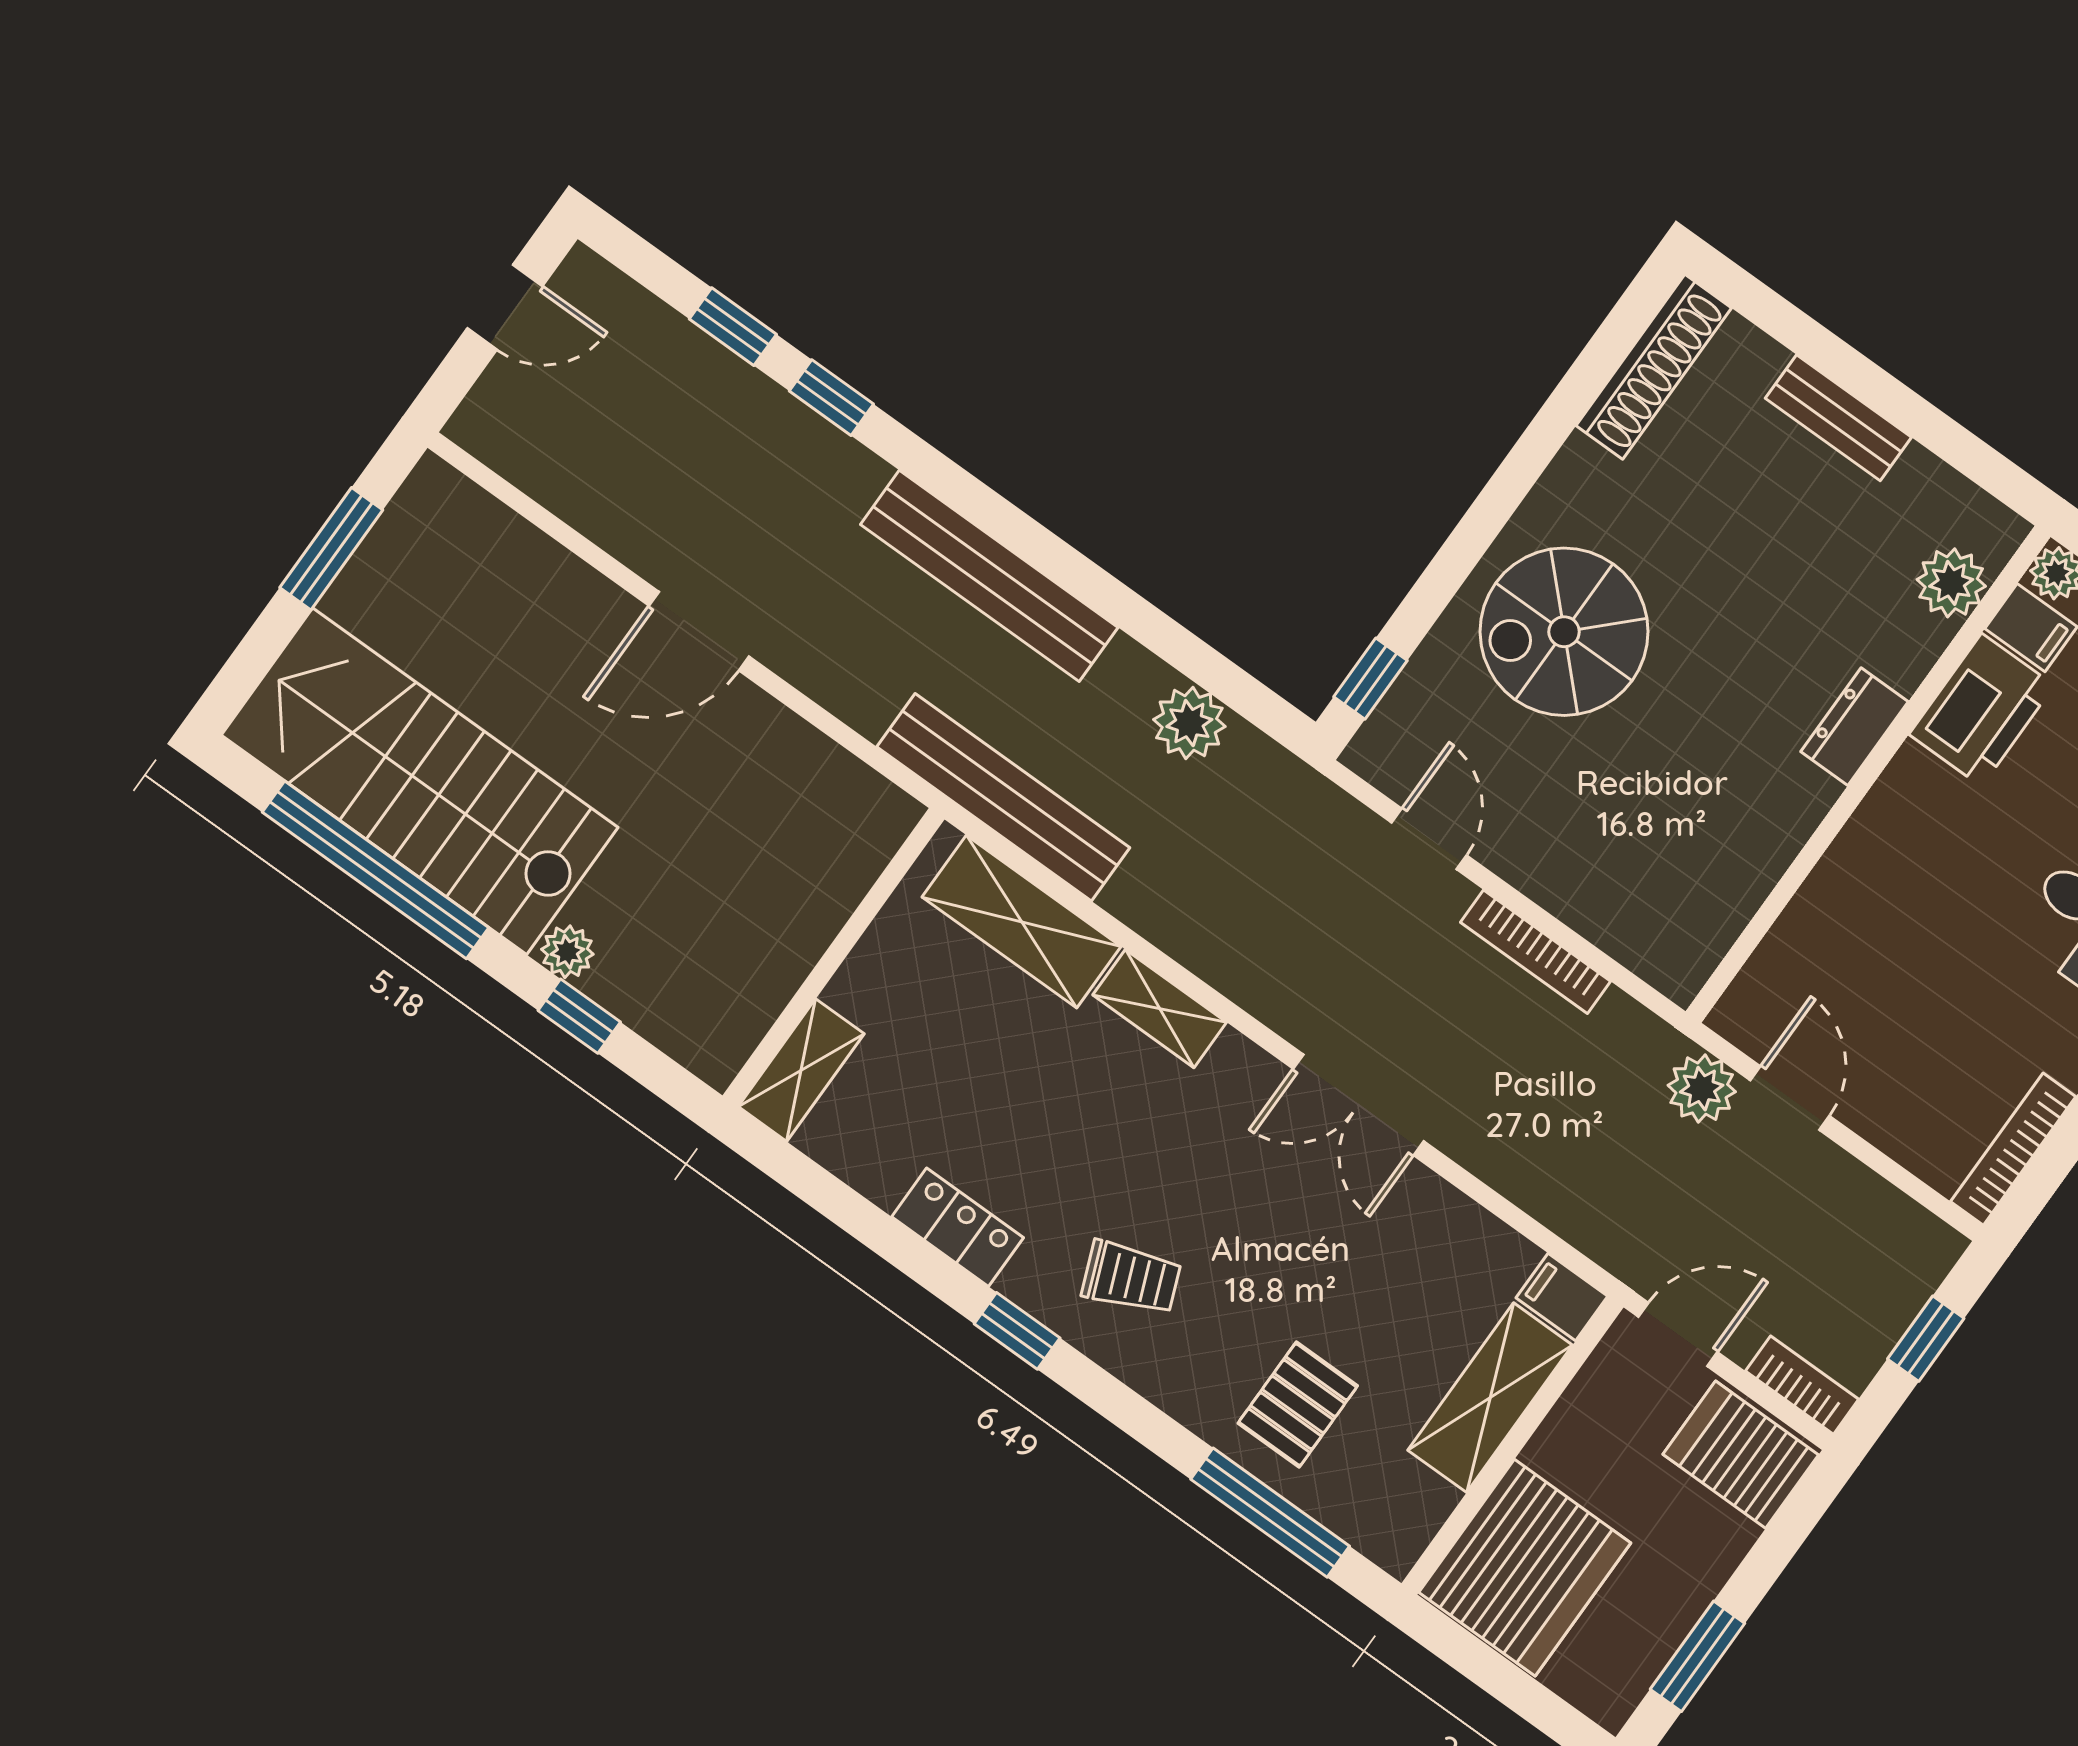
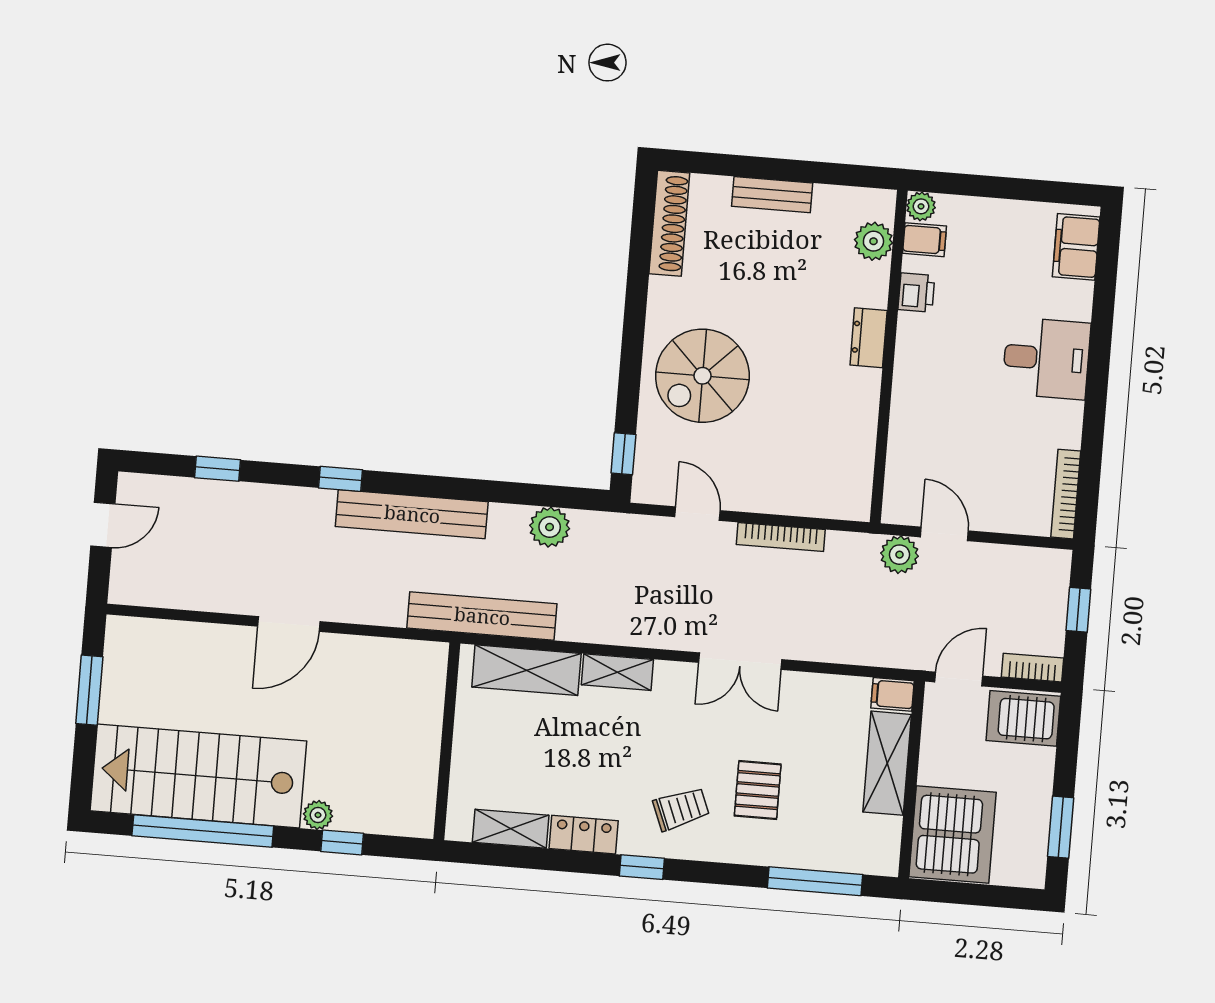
window: (831, 398) -> (340, 479), moved
printer: (1982, 710) -> (916, 293), width x0.53, depth x0.68
shelving: (801, 1070) -> (511, 829), moved, turned 90
pallet: (1298, 1405) -> (758, 790), moved

